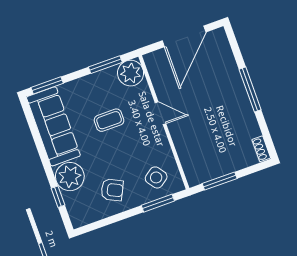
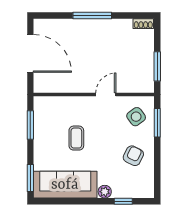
plant: (131, 73) -> (45, 107), removed
door: (161, 113) -> (106, 94), moved
plant: (70, 177) -> (105, 192), width x0.53, depth x0.53

